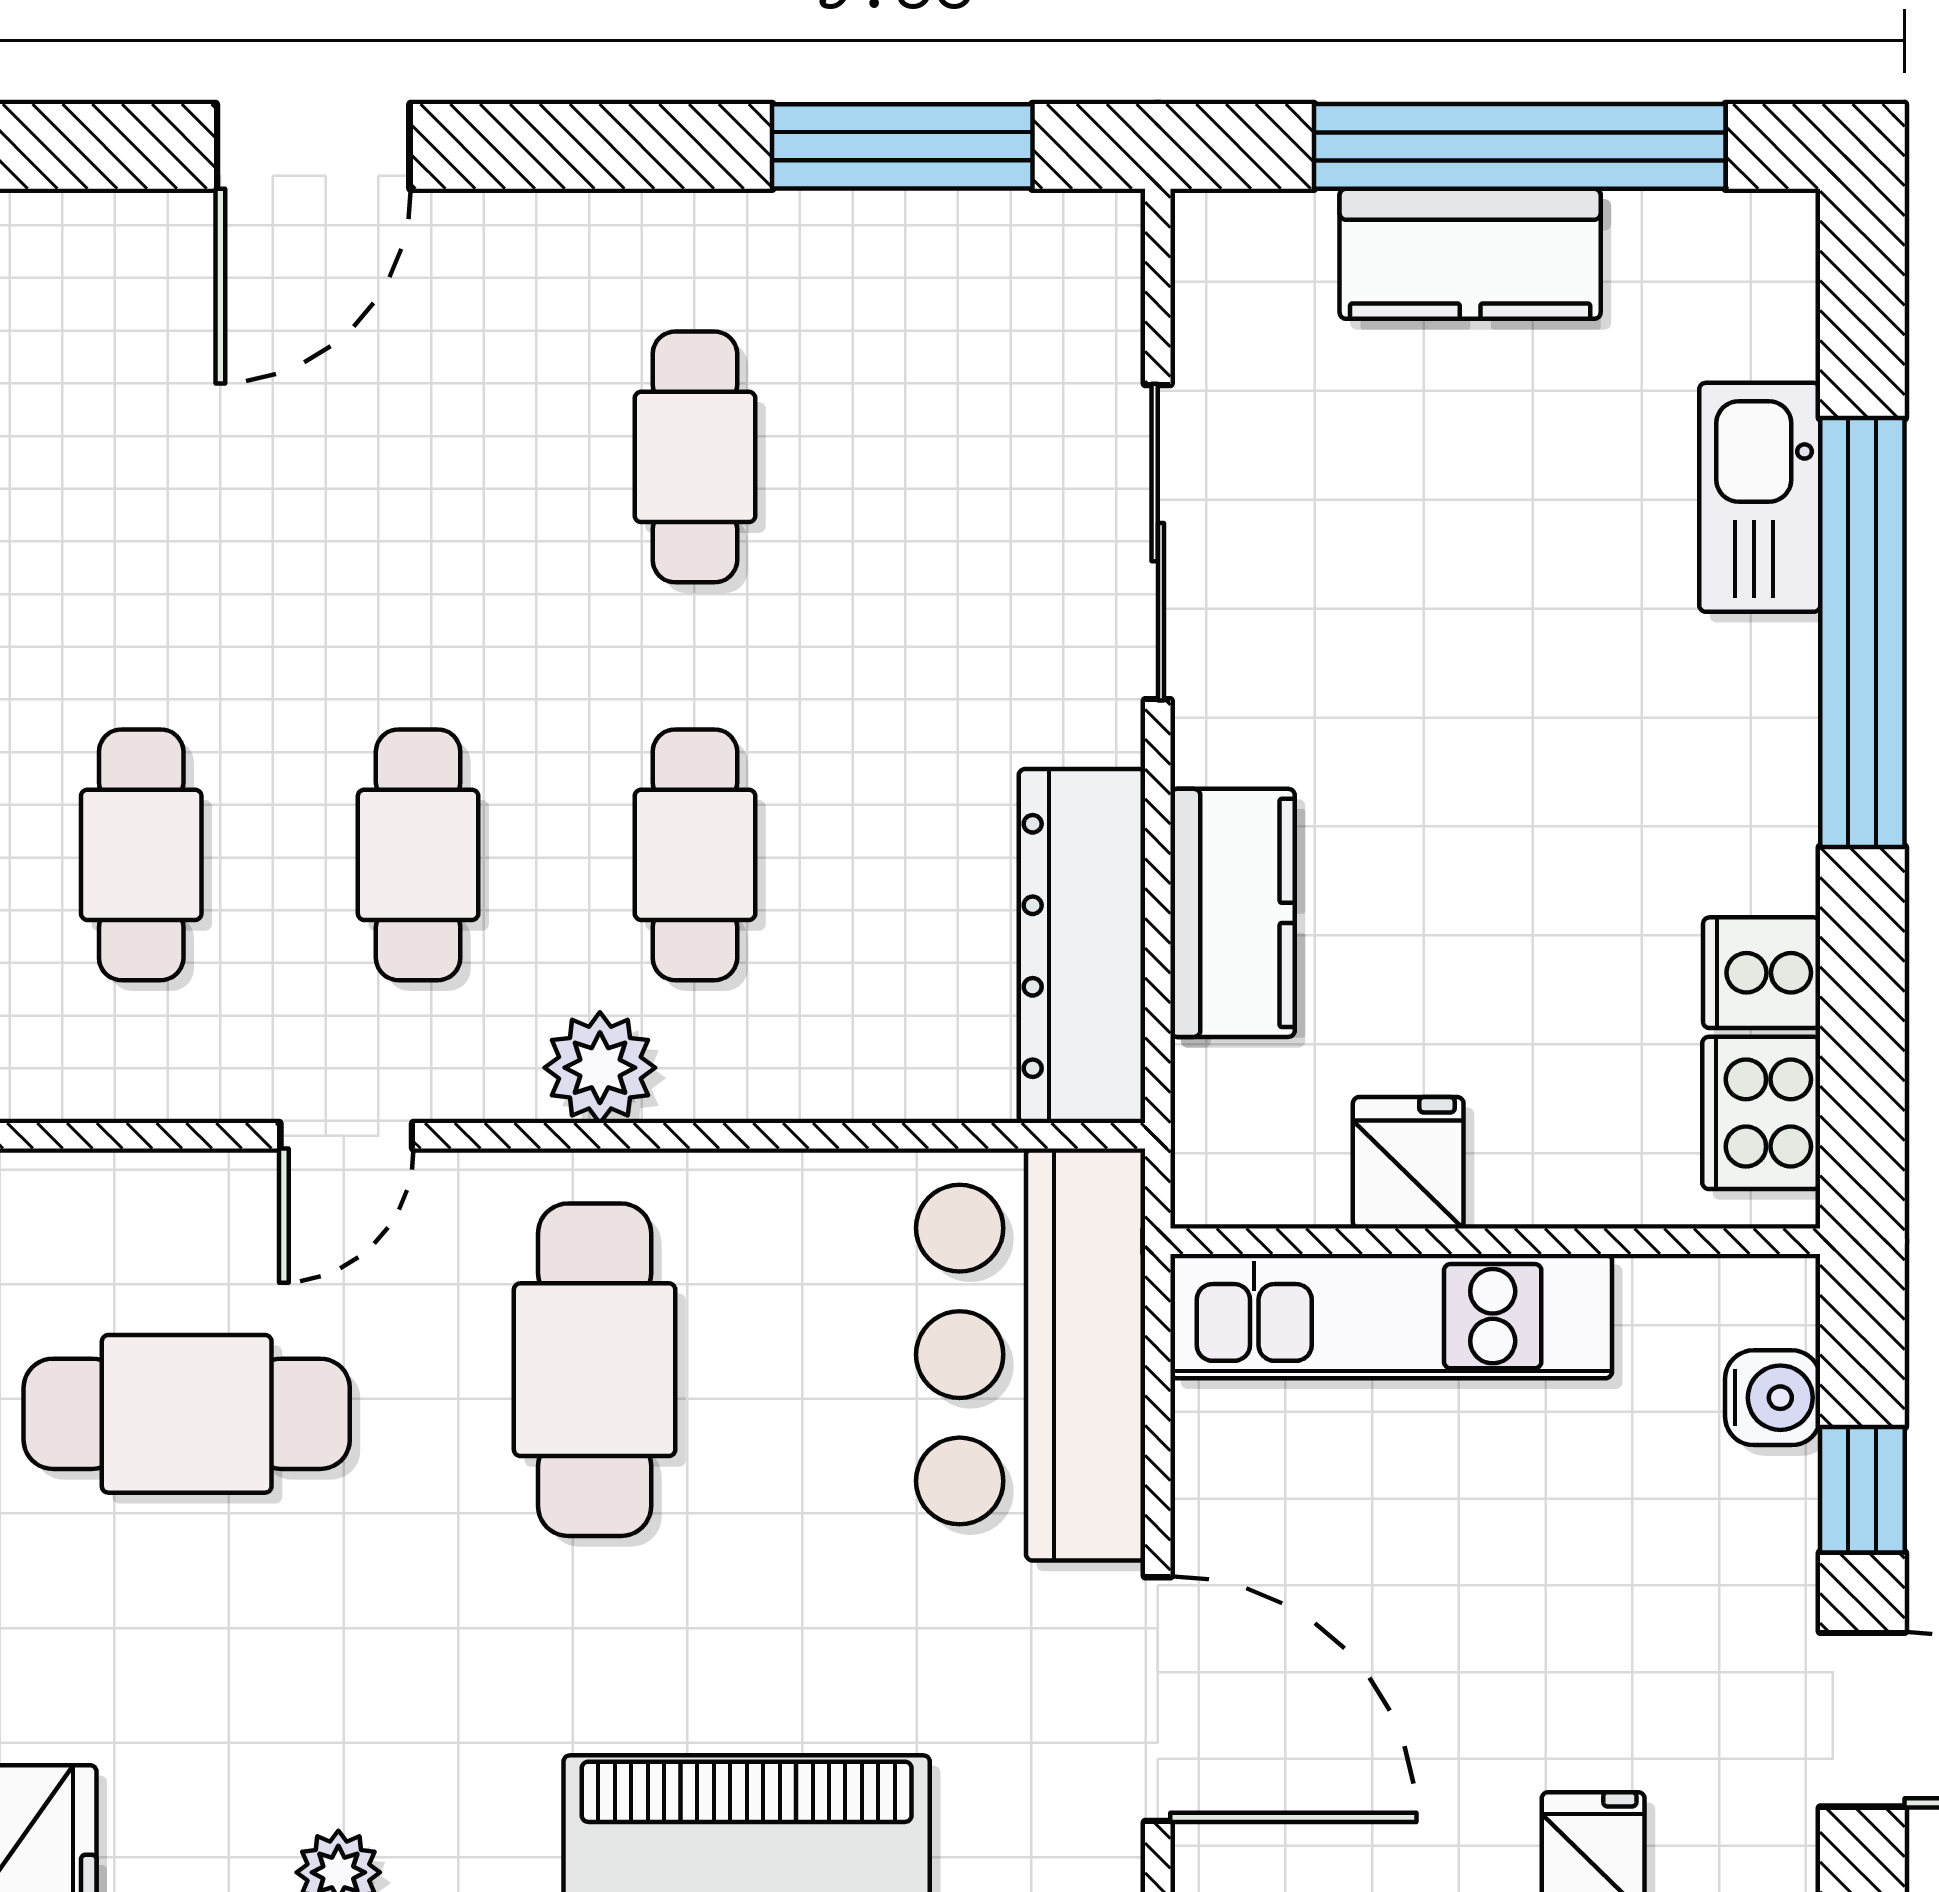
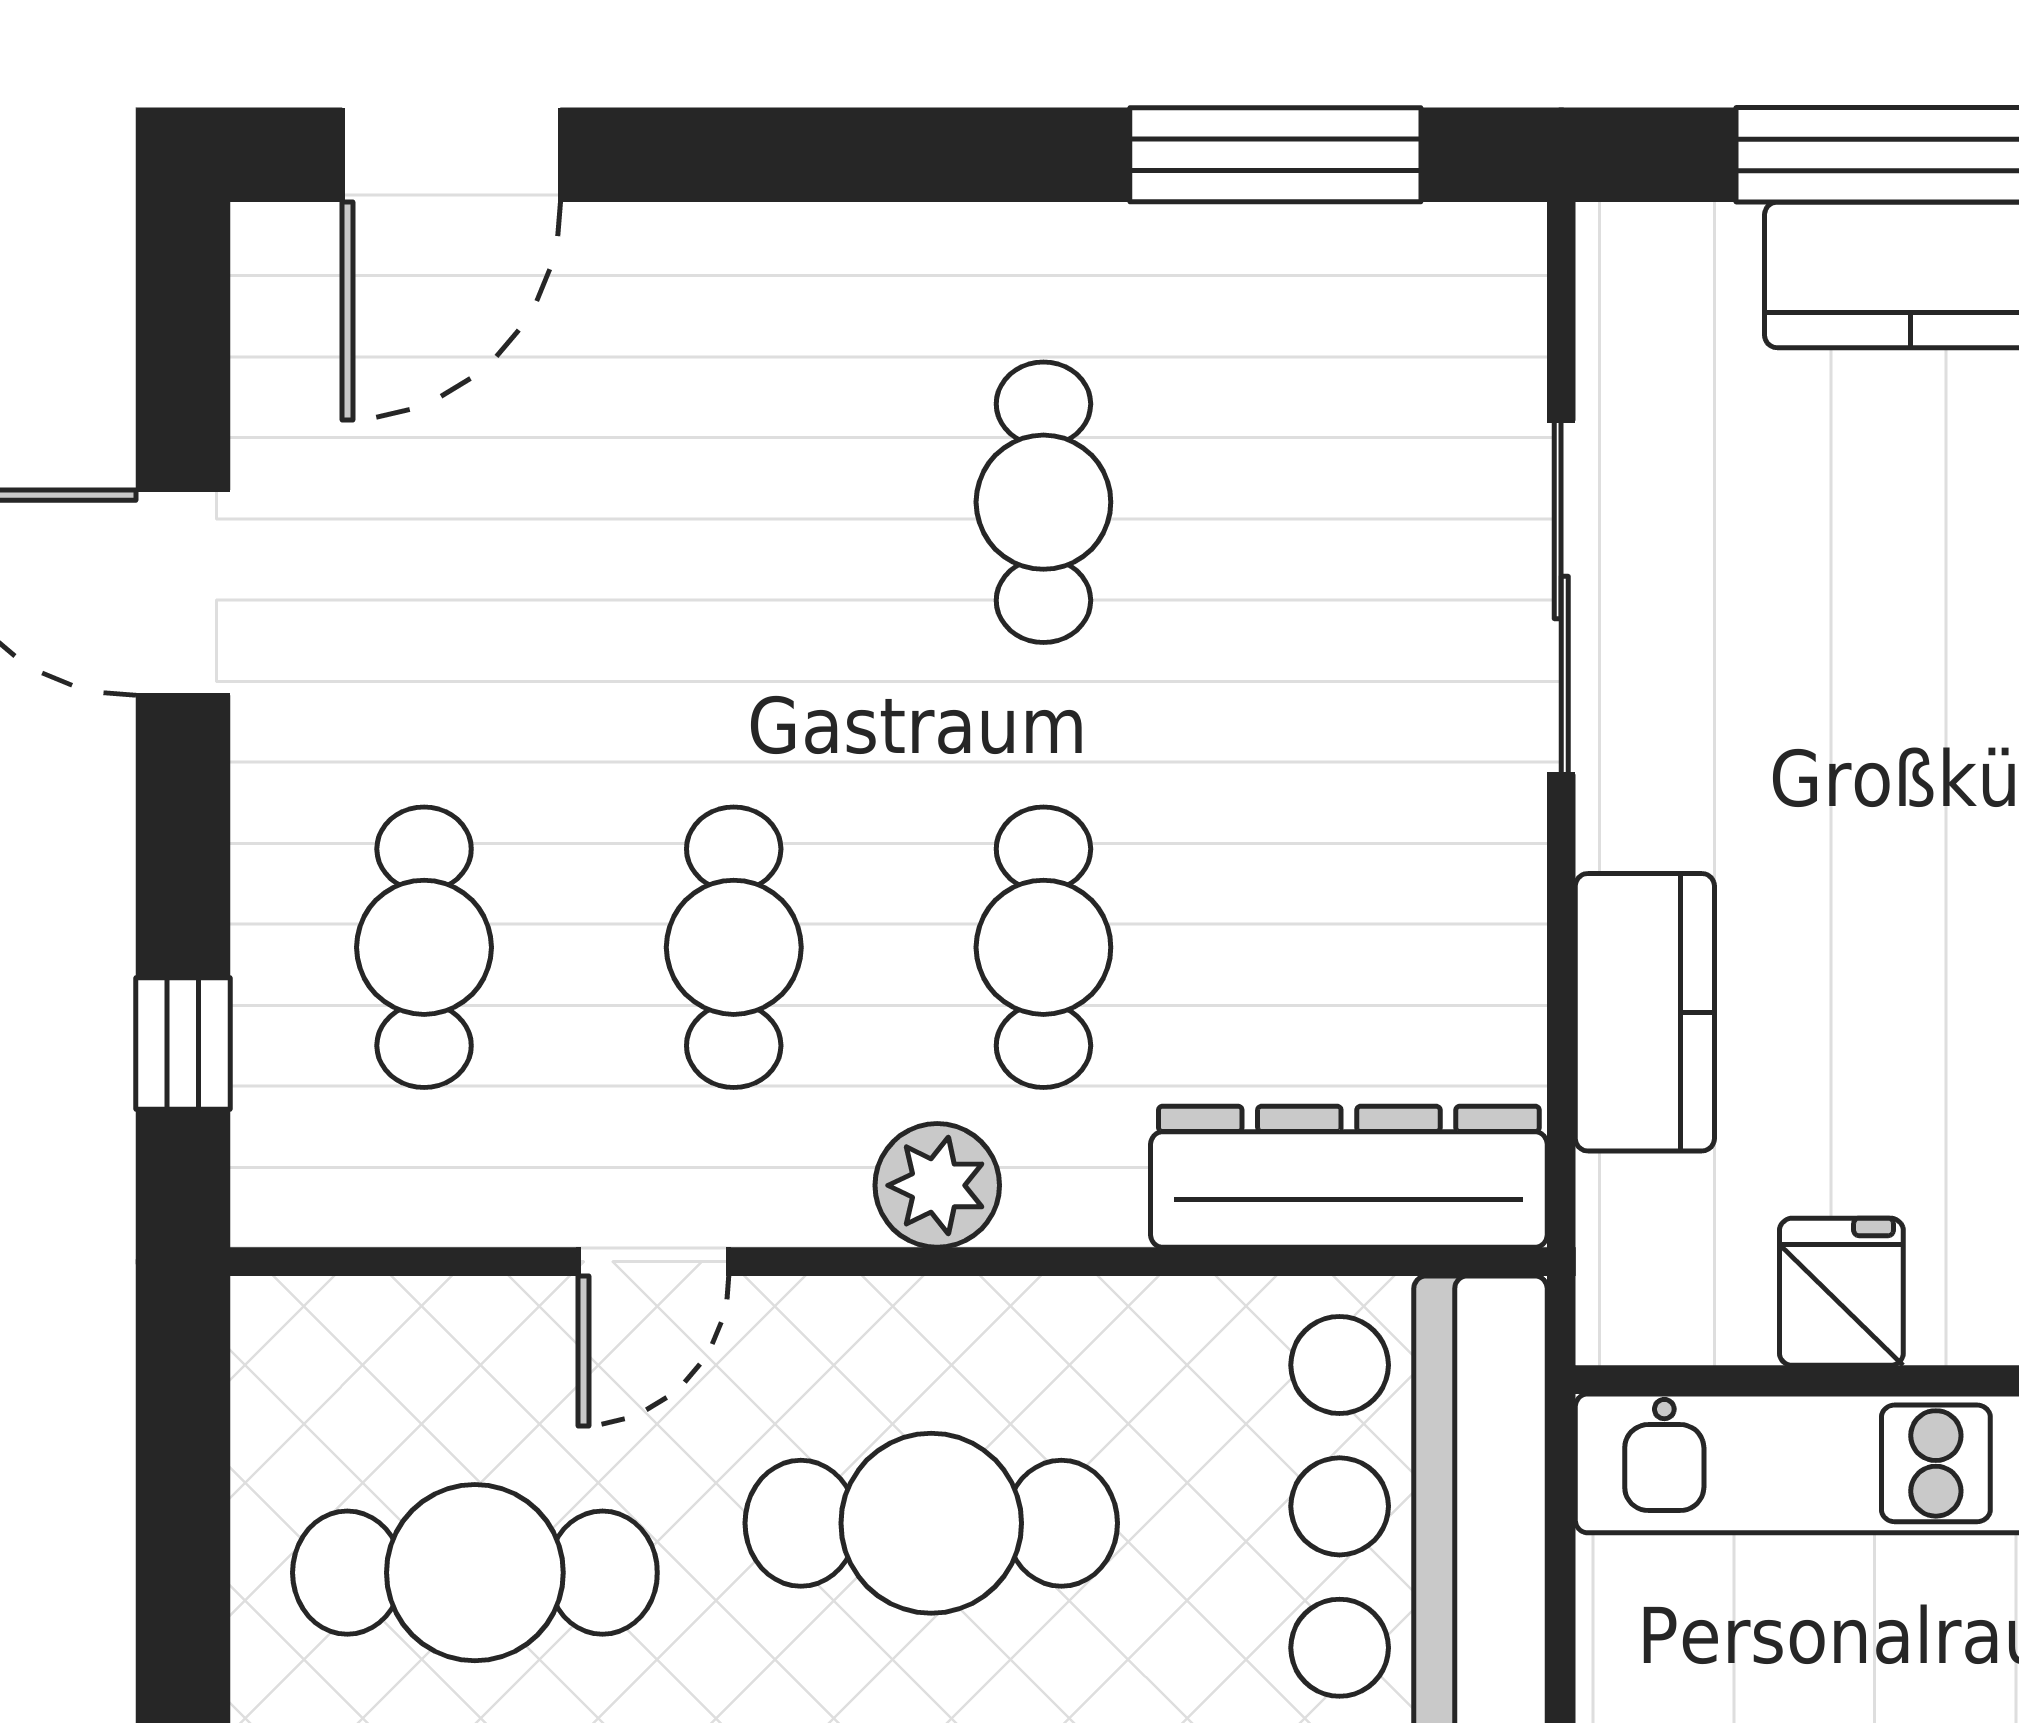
door: (313, 146) -> (451, 155), moved
dresser: (1082, 946) -> (1349, 1177), moved, turned 90
cafe table: (595, 1370) -> (931, 1523), turned 90

